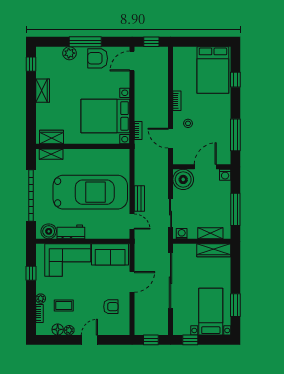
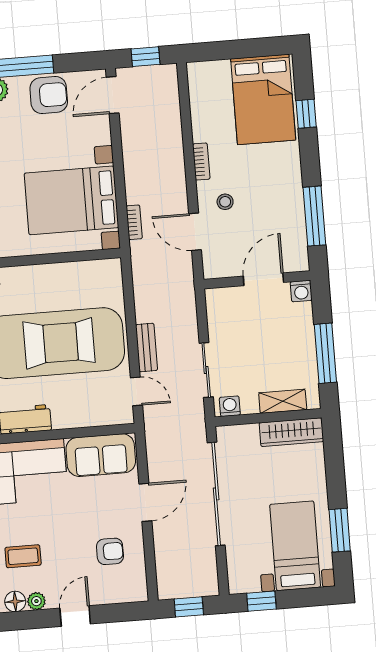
armchair: (98, 58) -> (49, 95), turned 180
boiler: (183, 179) -> (225, 306), removed

